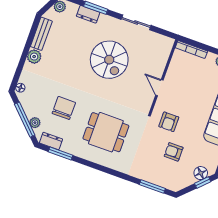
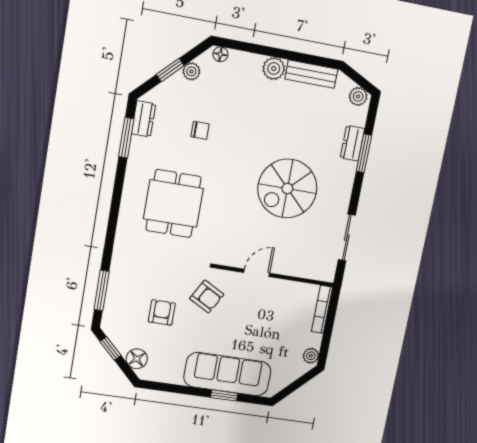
sliding door: (136, 22) -> (347, 238), moved
chair: (64, 108) -> (200, 130), width x0.54, depth x0.54
window: (25, 120) -> (170, 70), width x0.46
armchair: (169, 122) -> (207, 297), turned -151
plant: (35, 123) -> (191, 71), moved
window: (203, 182) -> (110, 348), moved

